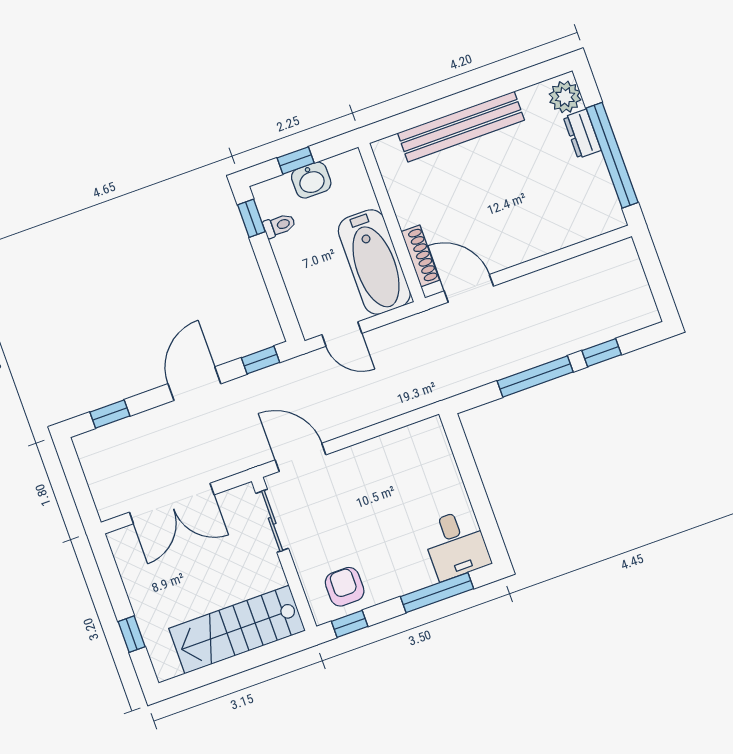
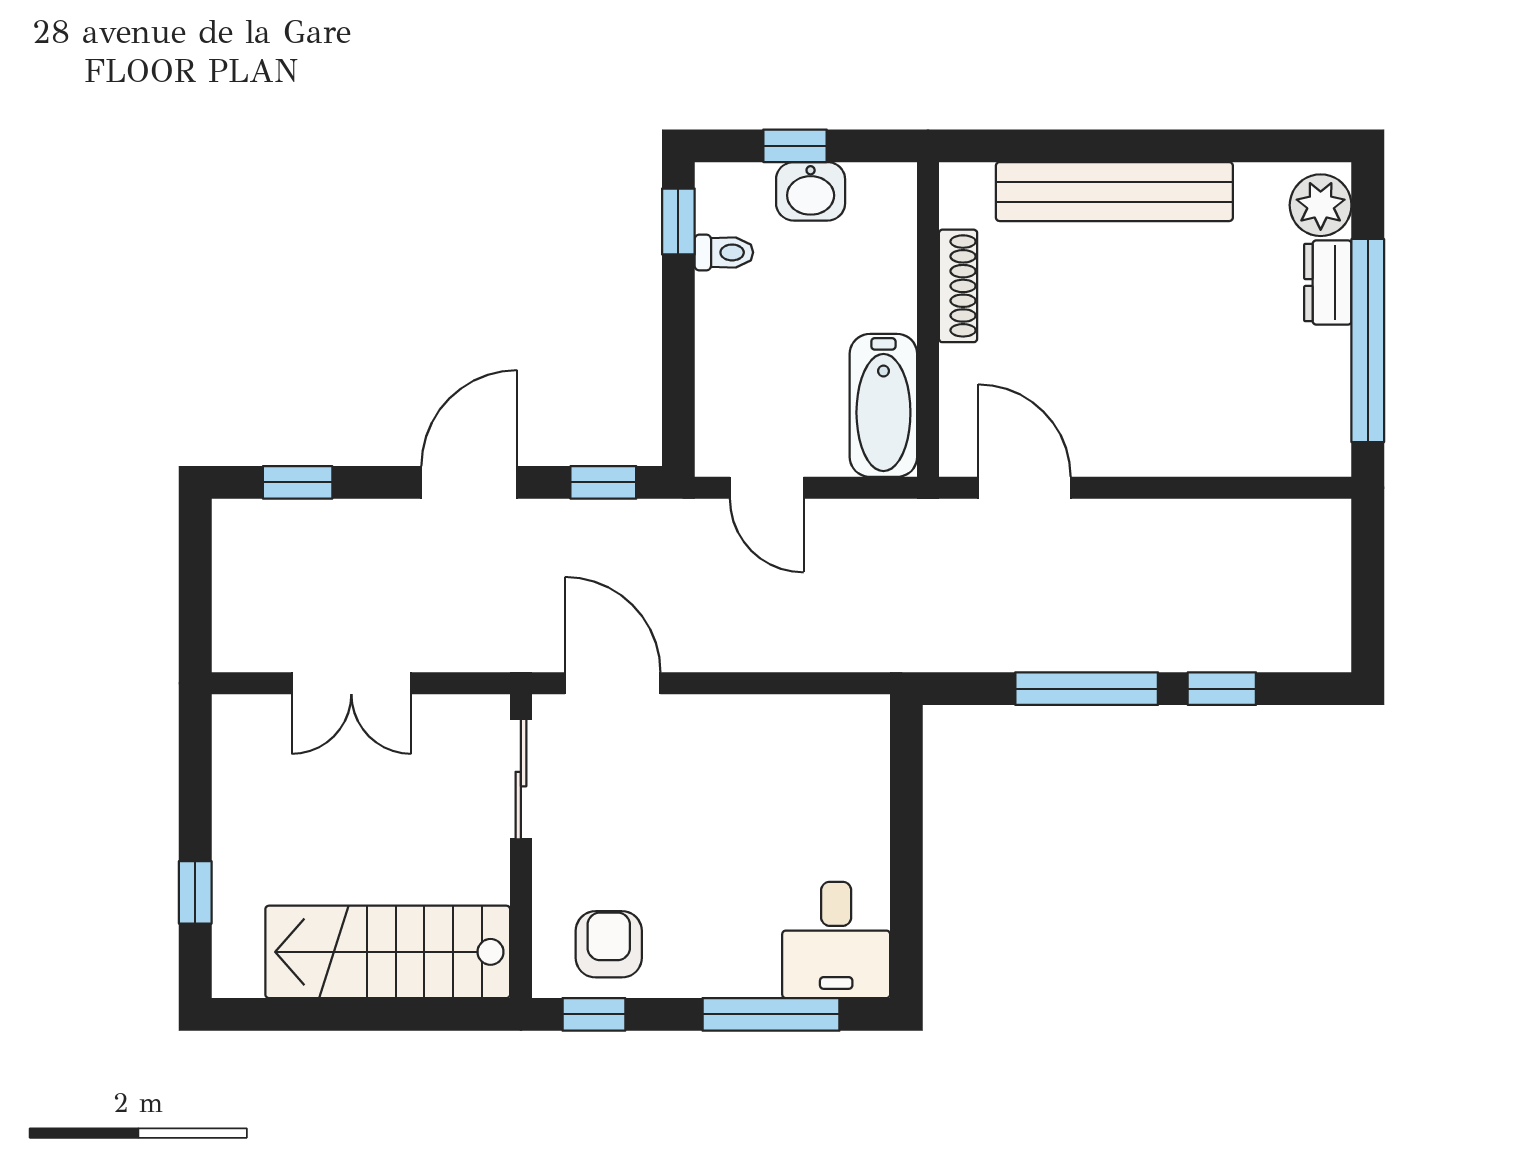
shoe rack: (420, 256) -> (958, 286), moved
bathtub: (374, 262) -> (883, 405), width x0.73, depth x0.73
double door: (172, 503) -> (351, 683), width x0.73

